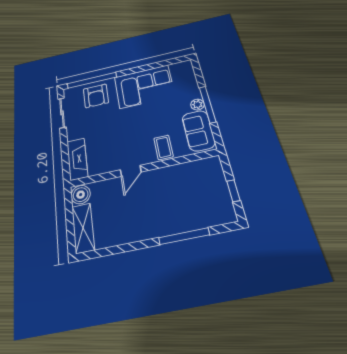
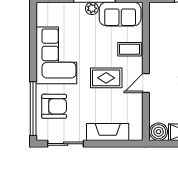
rug: (130, 133) -> (106, 78), added
fireplace: (77, 159) -> (108, 132), moved
door: (131, 171) -> (146, 83), swing flipped

